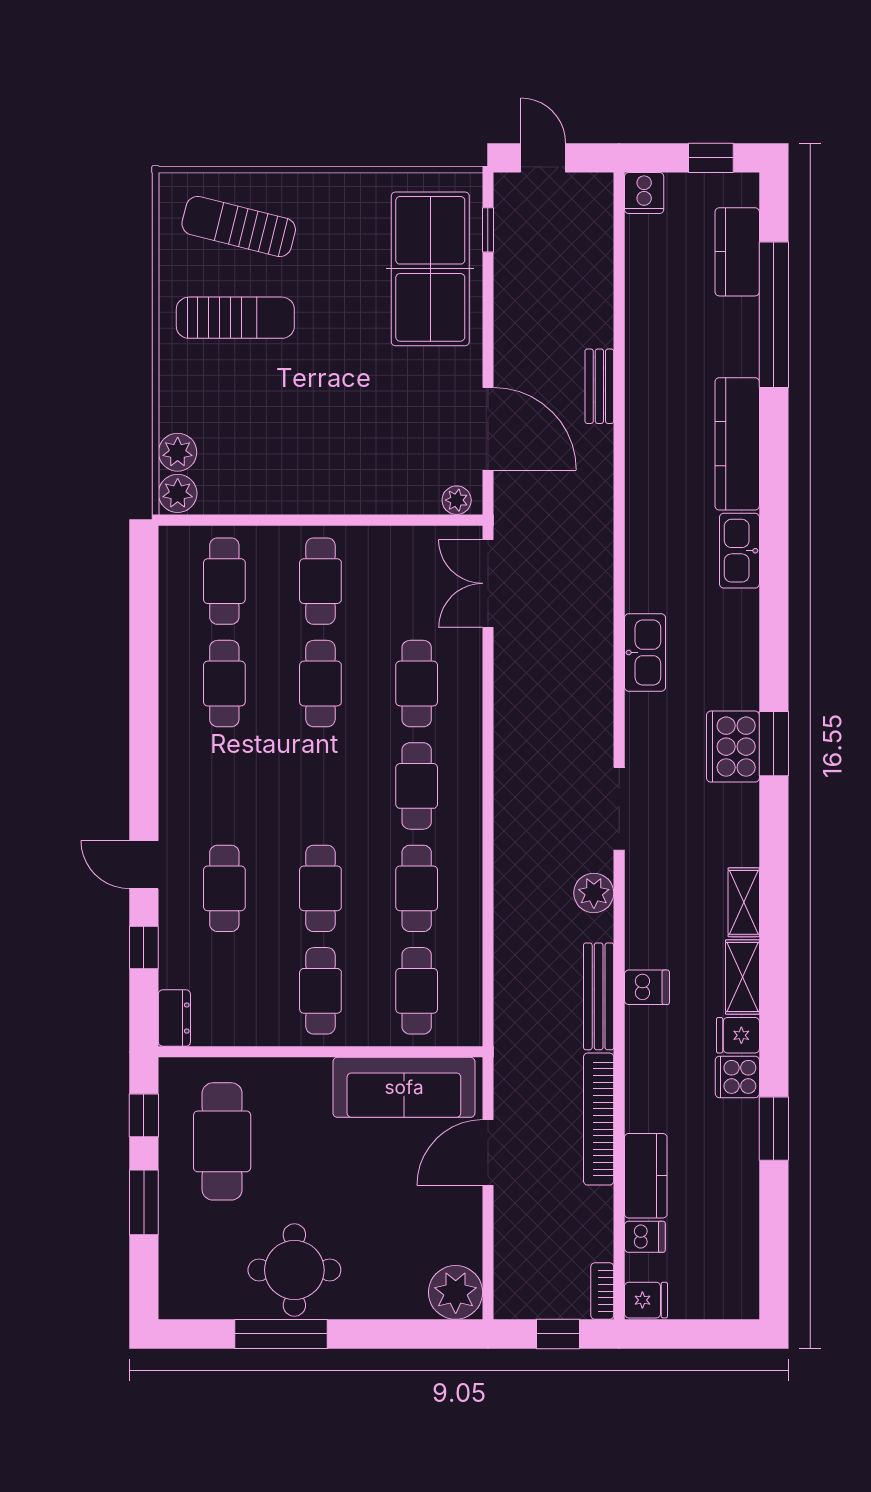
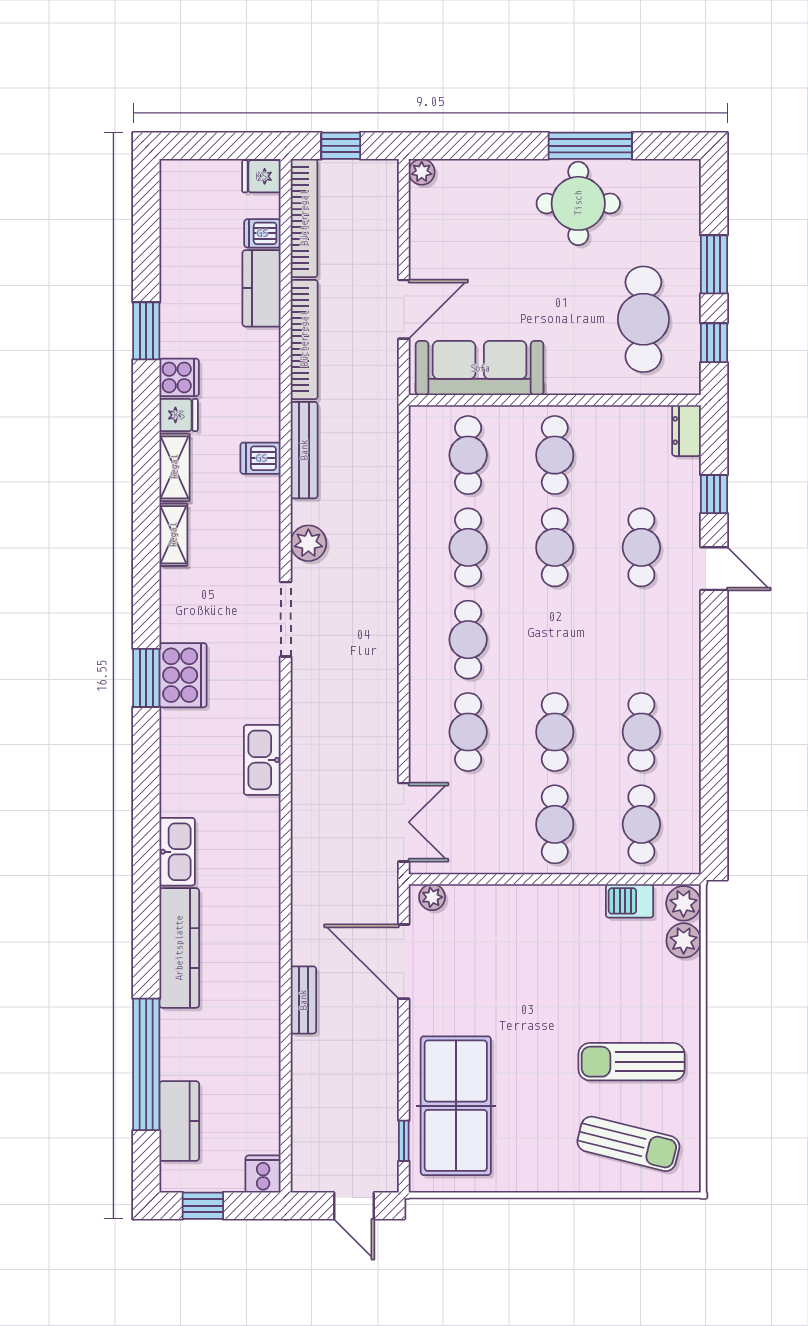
barbecue: (238, 496) -> (629, 901), added
bookcase: (602, 1291) -> (304, 218), width x2.31, depth x1.31
plant: (456, 1292) -> (422, 172), width x0.53, depth x0.53

